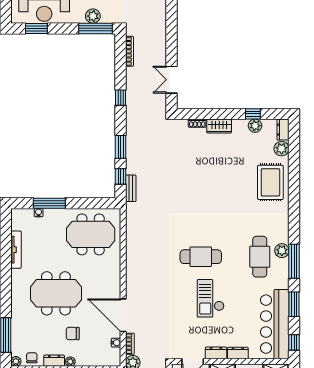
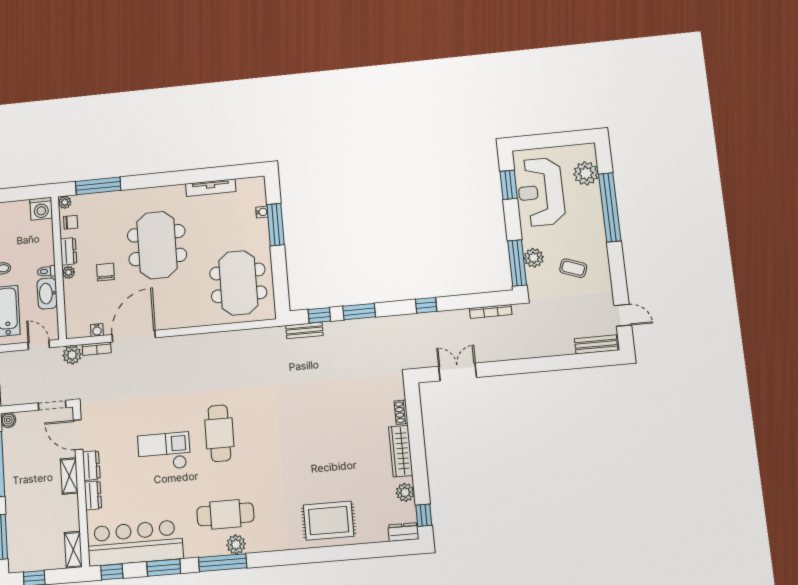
window: (253, 114) -> (424, 515), moved
wardrobe: (219, 126) -> (401, 451), width x1.50
plant: (282, 149) -> (377, 532), removed

